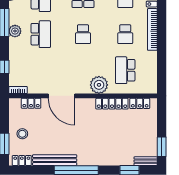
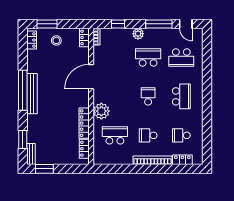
plant: (15, 31) -> (138, 34), moved
school desk: (41, 34) -> (148, 58), turned 180
school desk: (83, 34) -> (148, 96), turned 90
locker: (31, 103) -> (84, 37), moved
bench: (55, 160) -> (32, 94), moved

